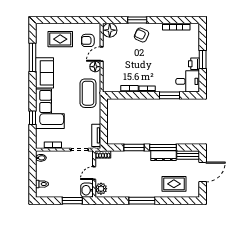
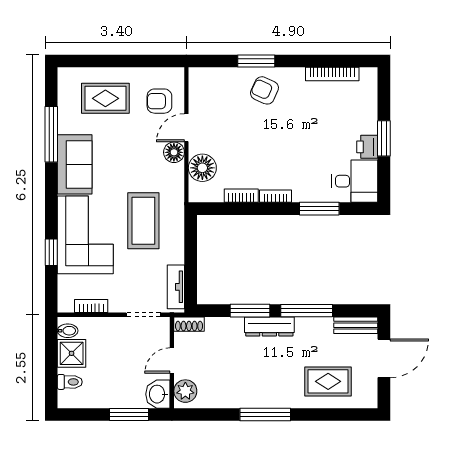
floor lamp: (110, 30) -> (202, 168), moved
coffee table: (88, 93) -> (143, 221), moved
dresser: (163, 156) -> (269, 326), moved
shower: (43, 169) -> (72, 353), added

